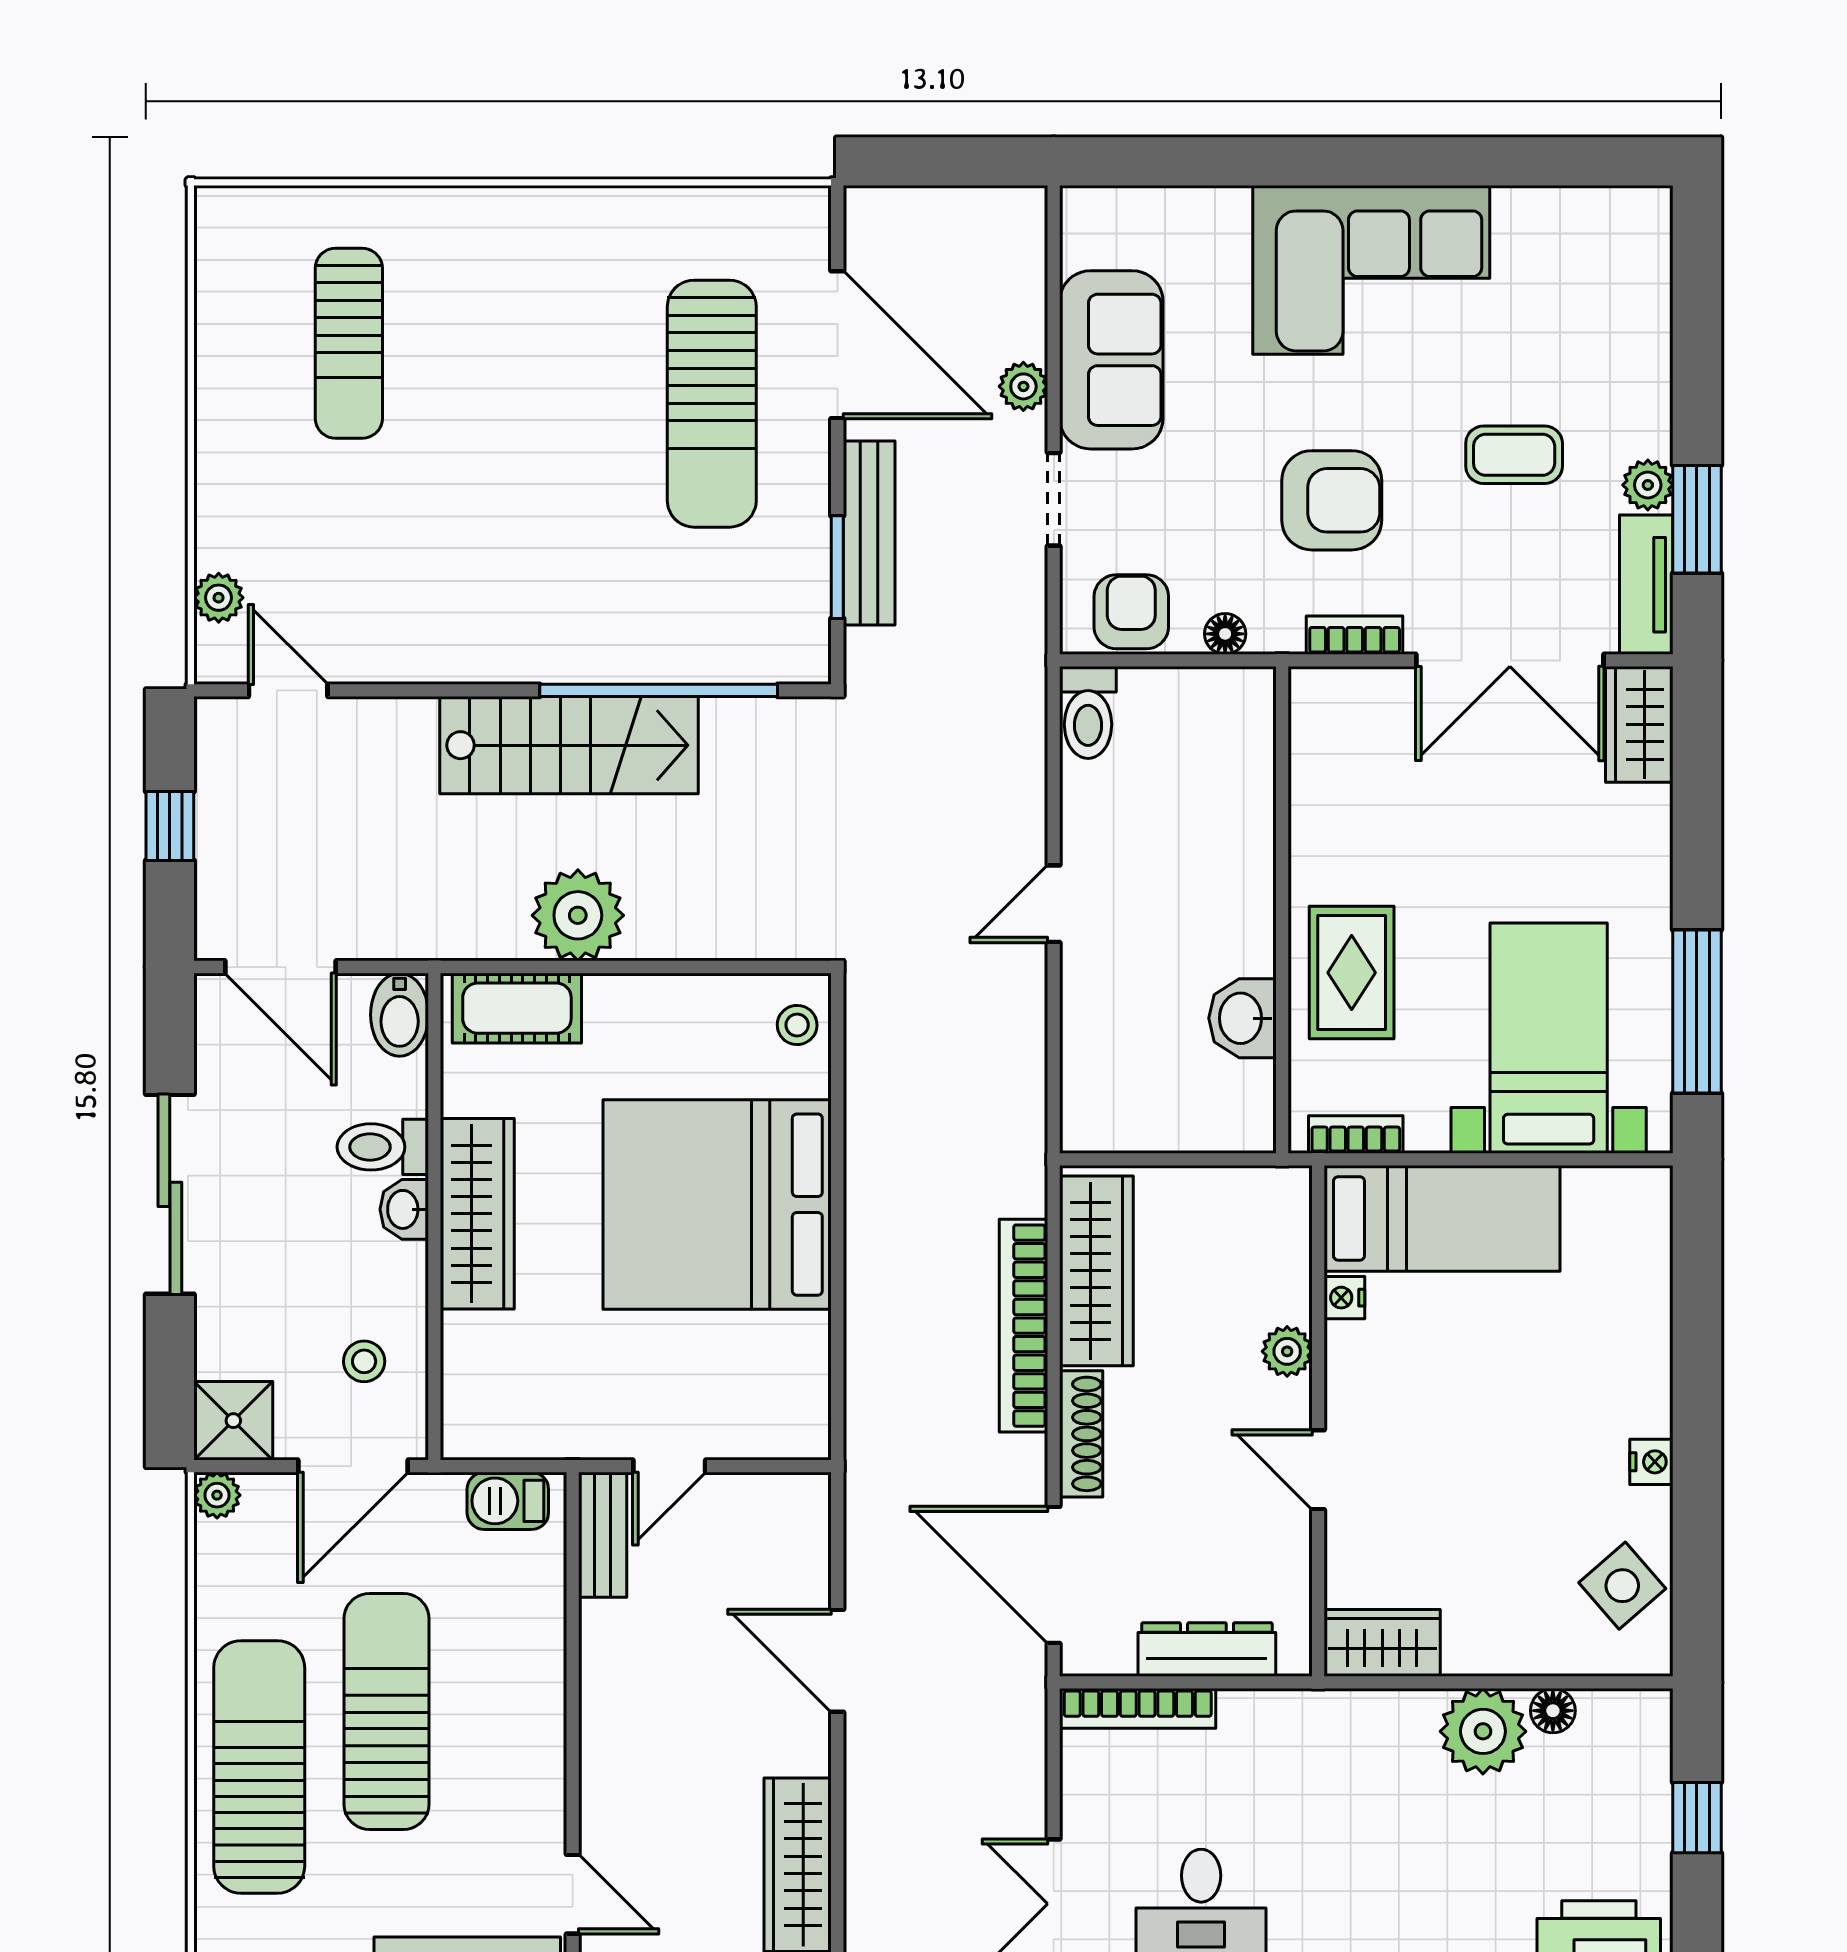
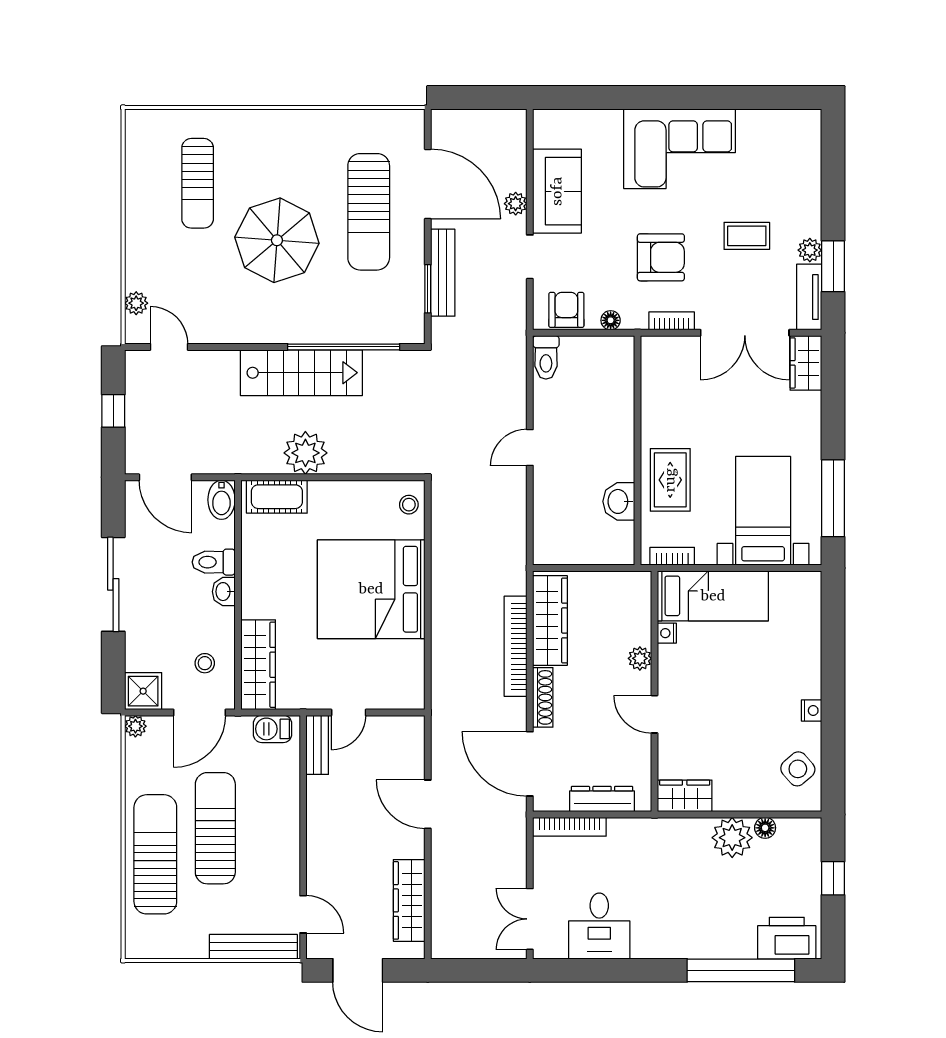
parasol: (517, 464) -> (277, 240), added
wardrobe: (477, 1214) -> (258, 665), moved

